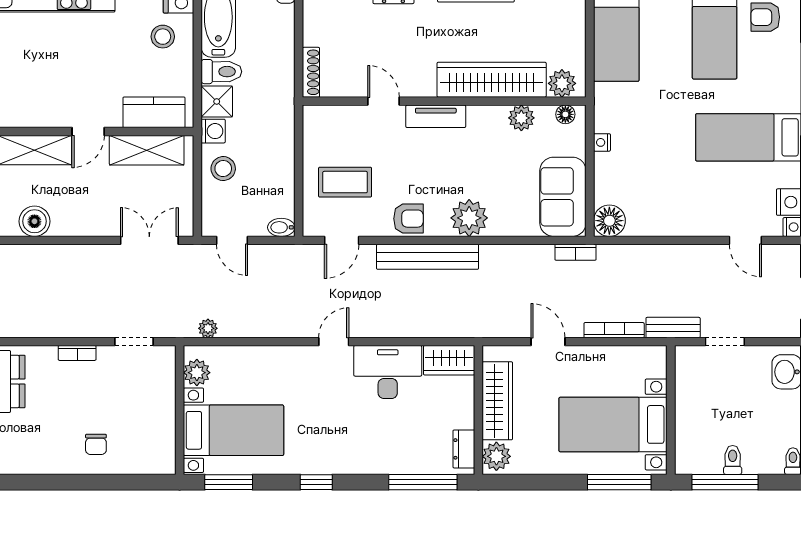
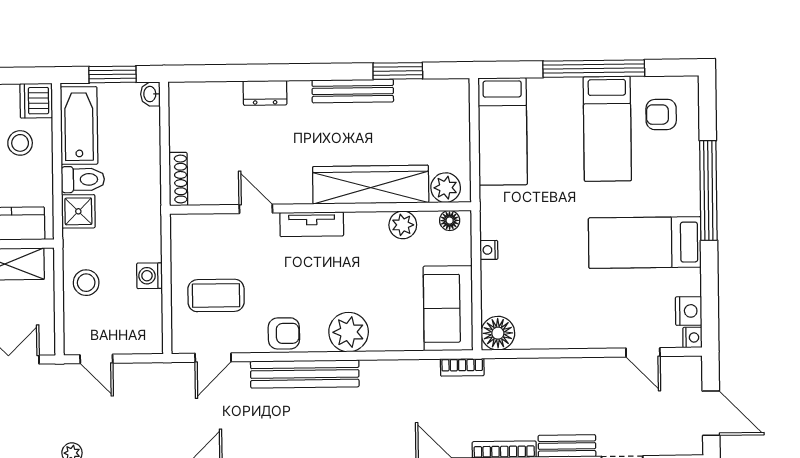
washing machine: (213, 131) -> (150, 276), moved, turned 180
bidet: (281, 227) -> (149, 344), removed

